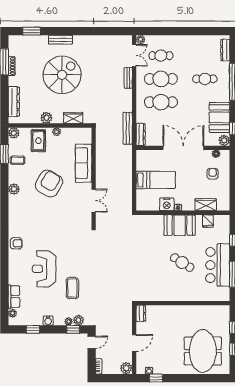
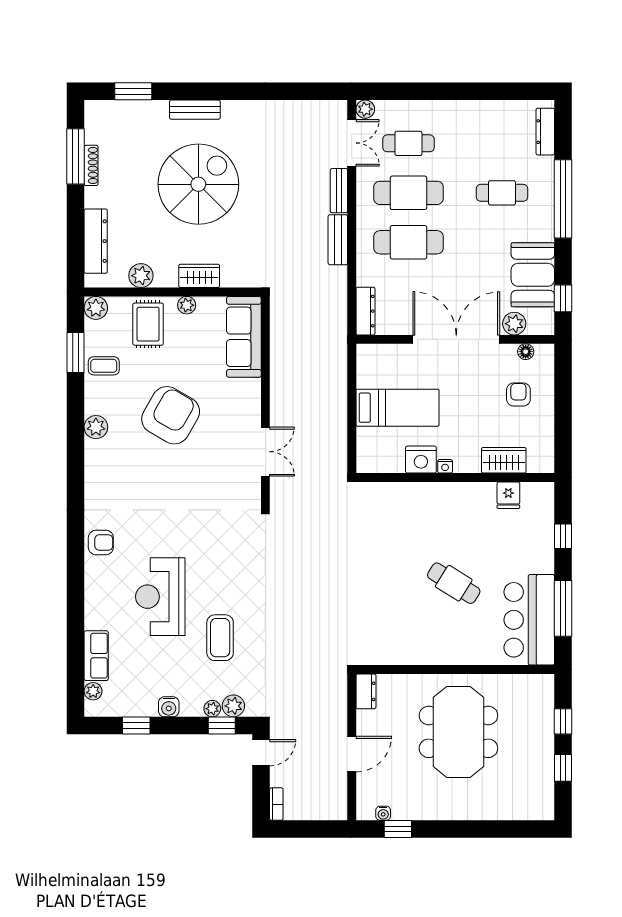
plant: (46, 118) -> (141, 276), moved
wardrobe: (73, 118) -> (199, 276), moved
bench: (128, 128) -> (338, 240), moved, width x0.73
plant: (224, 140) -> (514, 324), moved
sofa: (83, 163) -> (244, 337), moved
booth: (180, 225) -> (448, 504), removed
bar counter: (218, 265) -> (529, 620), moved
meeting table: (203, 351) -> (458, 732), moved
plant: (126, 368) -> (335, 808), removed

